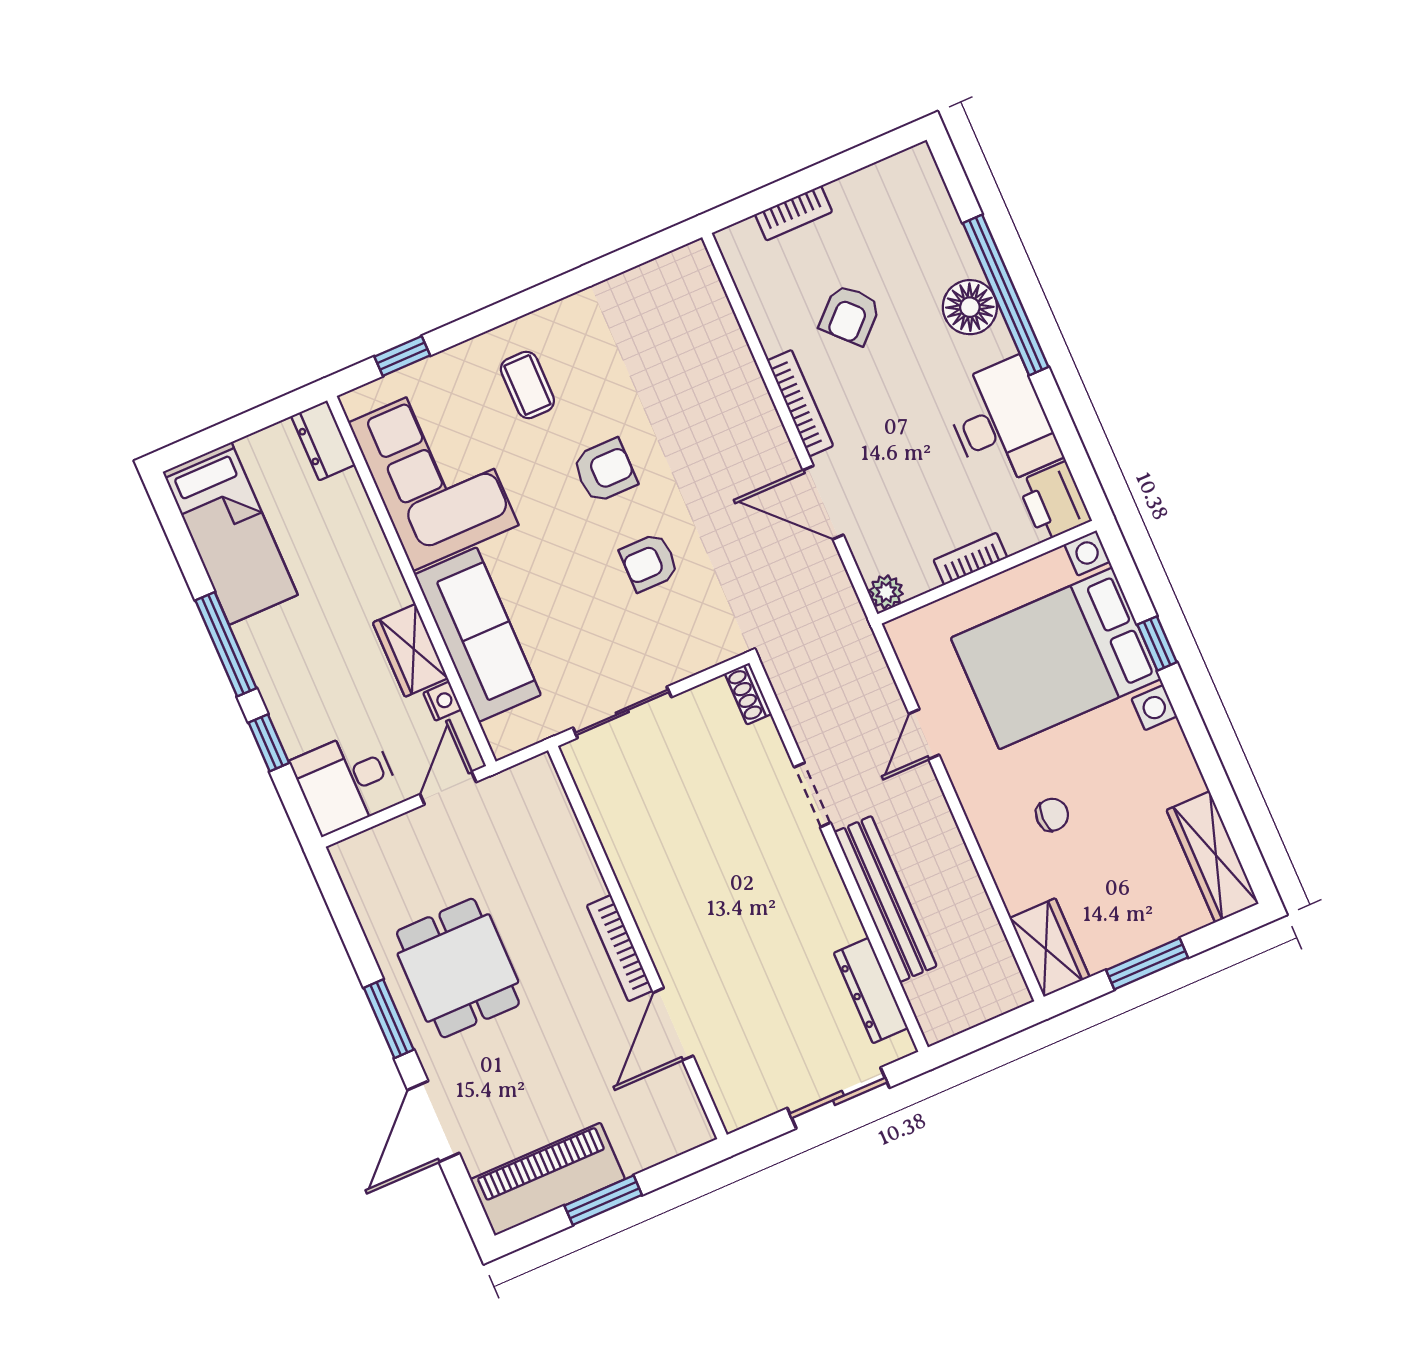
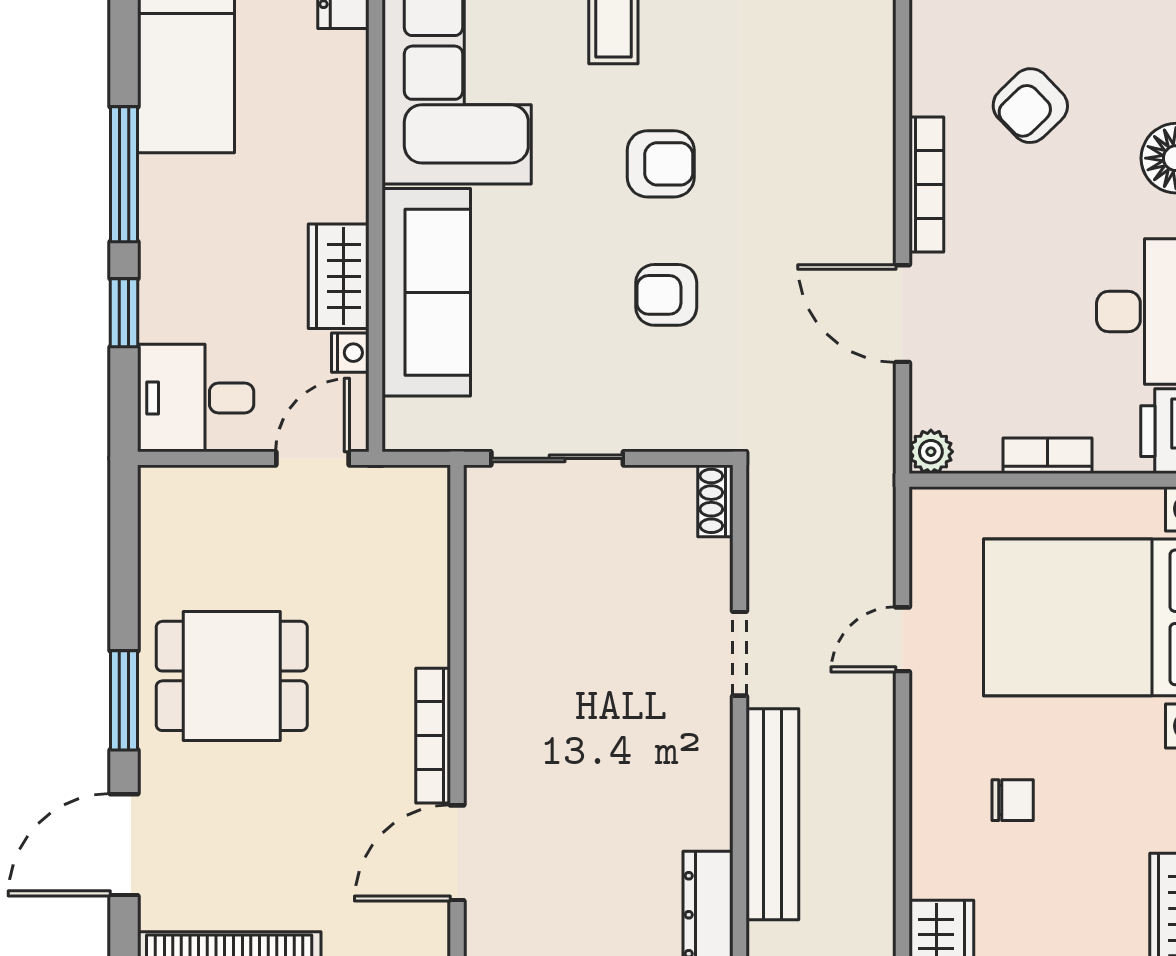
dining table: (458, 968) -> (232, 676), turned 90

